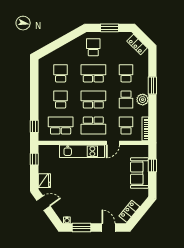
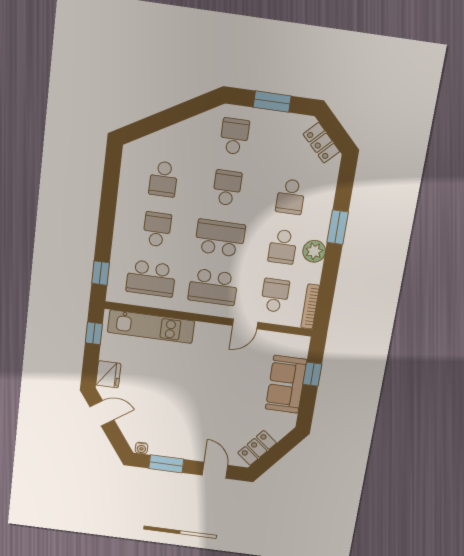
school desk: (61, 73) -> (163, 179), turned 180
school desk: (93, 73) -> (227, 188), width x0.54
school desk: (126, 73) -> (291, 197), turned 180
school desk: (61, 126) -> (151, 278), turned 180
kitchen unit: (82, 151) -> (151, 327), moved

